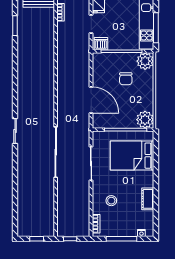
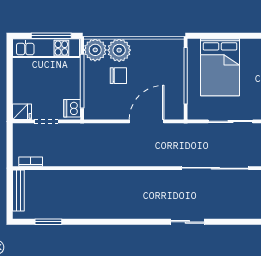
plant: (145, 120) -> (119, 50), moved

